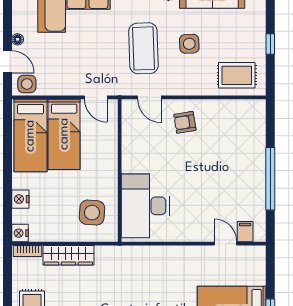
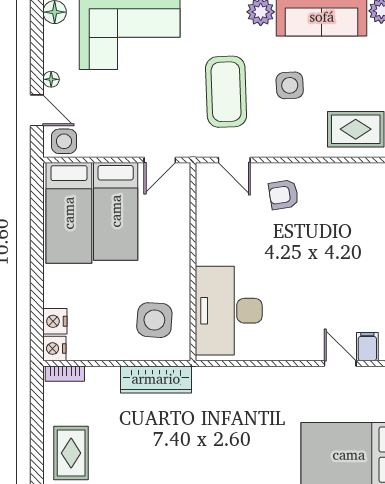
door: (96, 97) -> (160, 160), hinge flipped
nightstand: (20, 199) -> (55, 321), moved
wardrobe: (68, 255) -> (156, 379), moved

